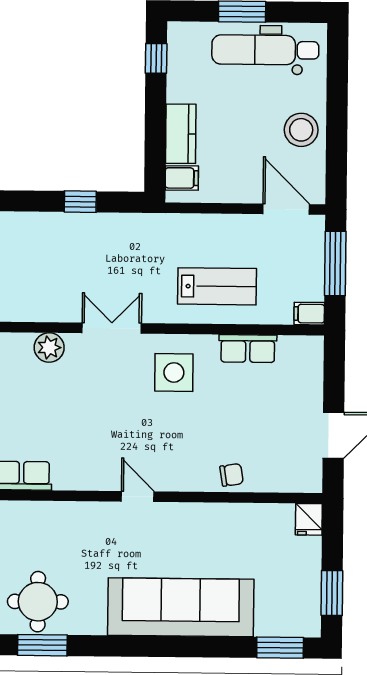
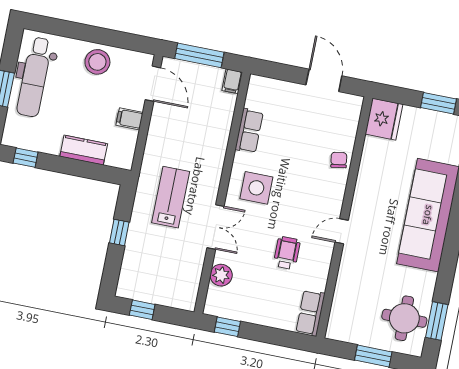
filing cabinet: (182, 178) -> (130, 119), moved, turned -90
door: (286, 209) -> (153, 84), swing flipped
lab bench: (217, 286) -> (171, 197), moved
double door: (112, 328) -> (216, 227), swing flipped
wheelchair: (95, 429) -> (287, 253), added
fridge: (309, 519) -> (384, 119), width x1.88, depth x1.34

